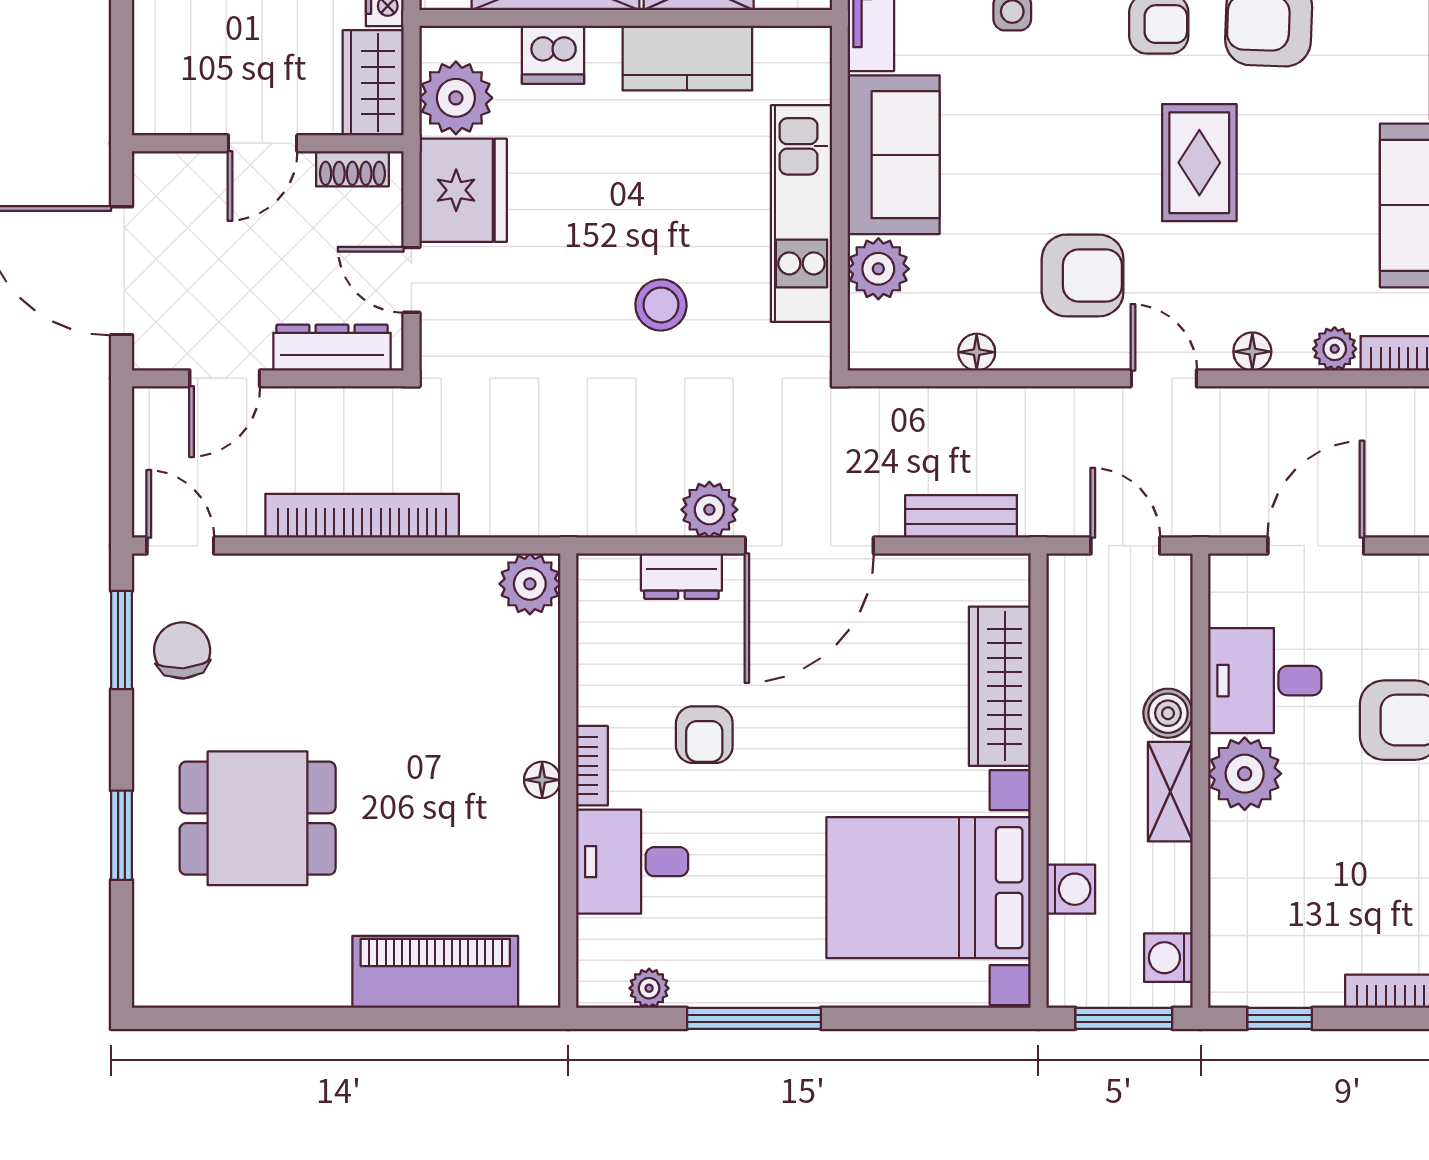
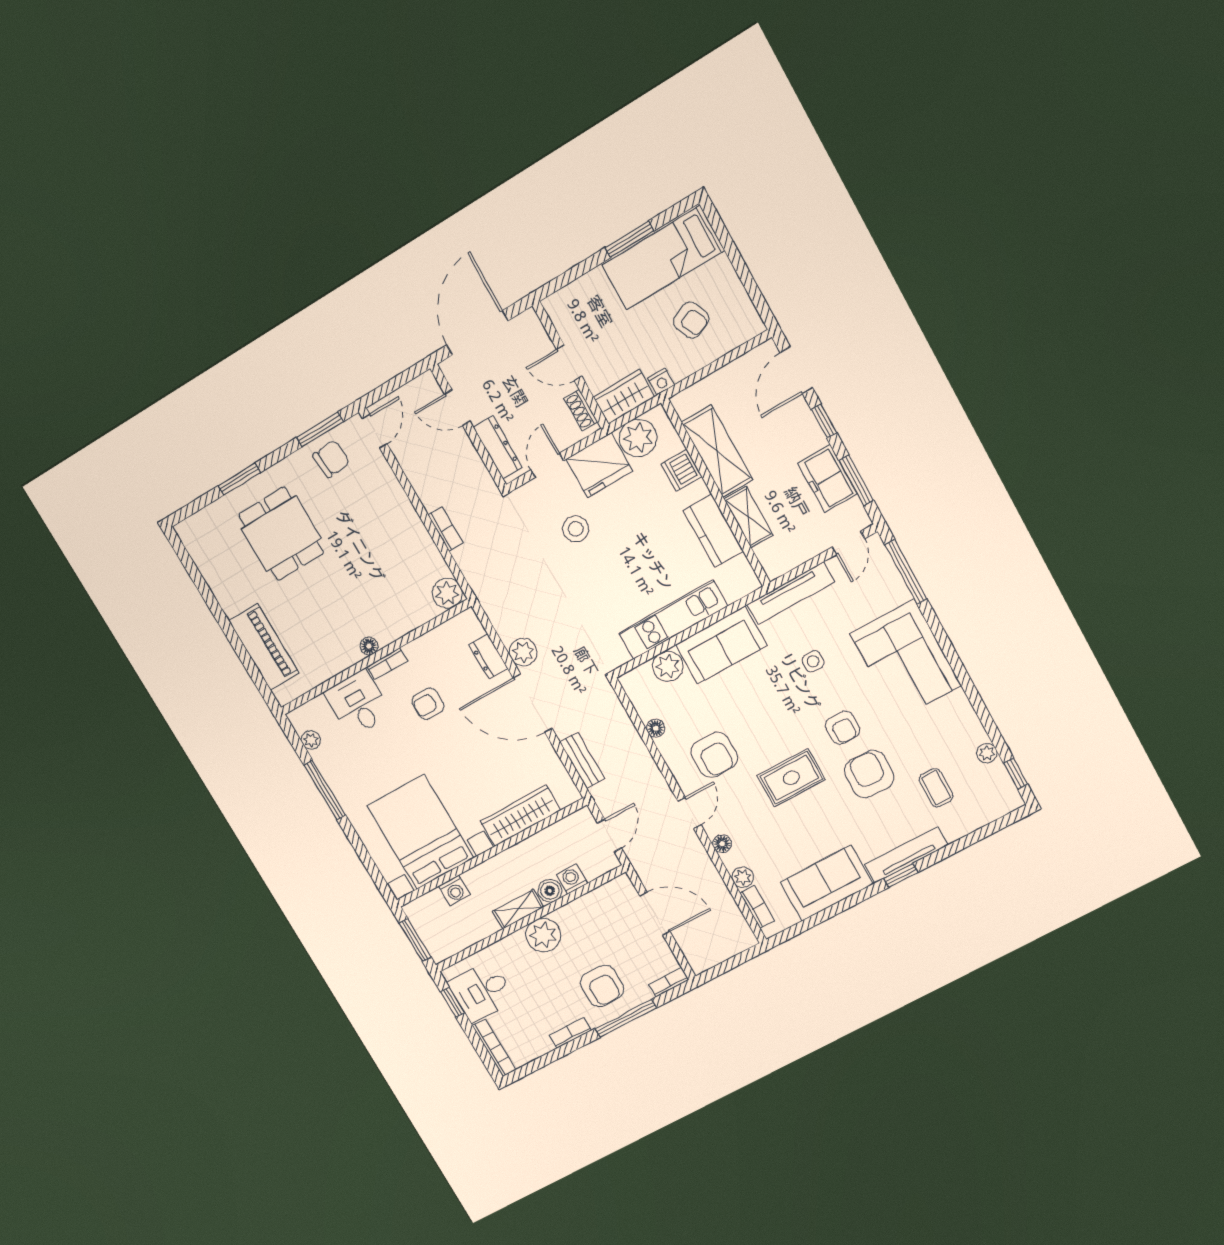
stool: (661, 305) -> (576, 529), moved
bookcase: (362, 516) -> (445, 529), width x0.43, depth x0.76
desk: (1265, 681) -> (481, 991), moved, turned -90
washing machine: (1168, 958) -> (572, 879), moved

